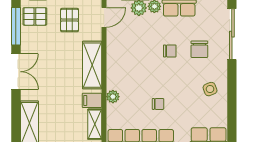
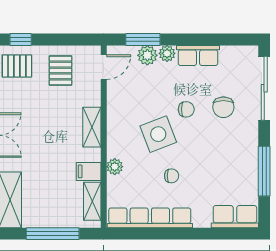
shelving: (92, 65) -> (92, 127), width x0.67, depth x0.75
side table: (210, 89) -> (158, 134), moved, width x1.87, depth x1.87
window: (232, 100) -> (264, 171), added

